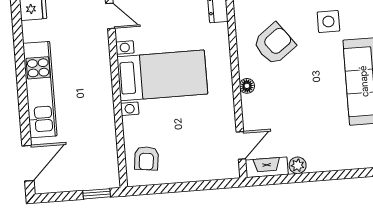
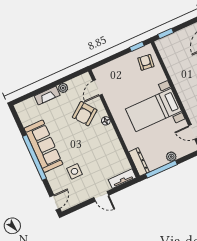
armchair: (274, 44) -> (85, 114), moved
fireplace: (267, 167) -> (47, 96), moved
window: (152, 189) -> (137, 47), added

